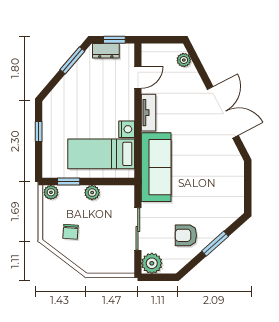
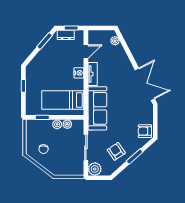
double door: (223, 112) -> (145, 84), moved
nightstand: (127, 129) -> (79, 73), moved
plant: (51, 192) -> (67, 124), moved
armchair: (231, 203) -> (145, 131), added
armchair: (186, 235) -> (116, 151), turned 56

